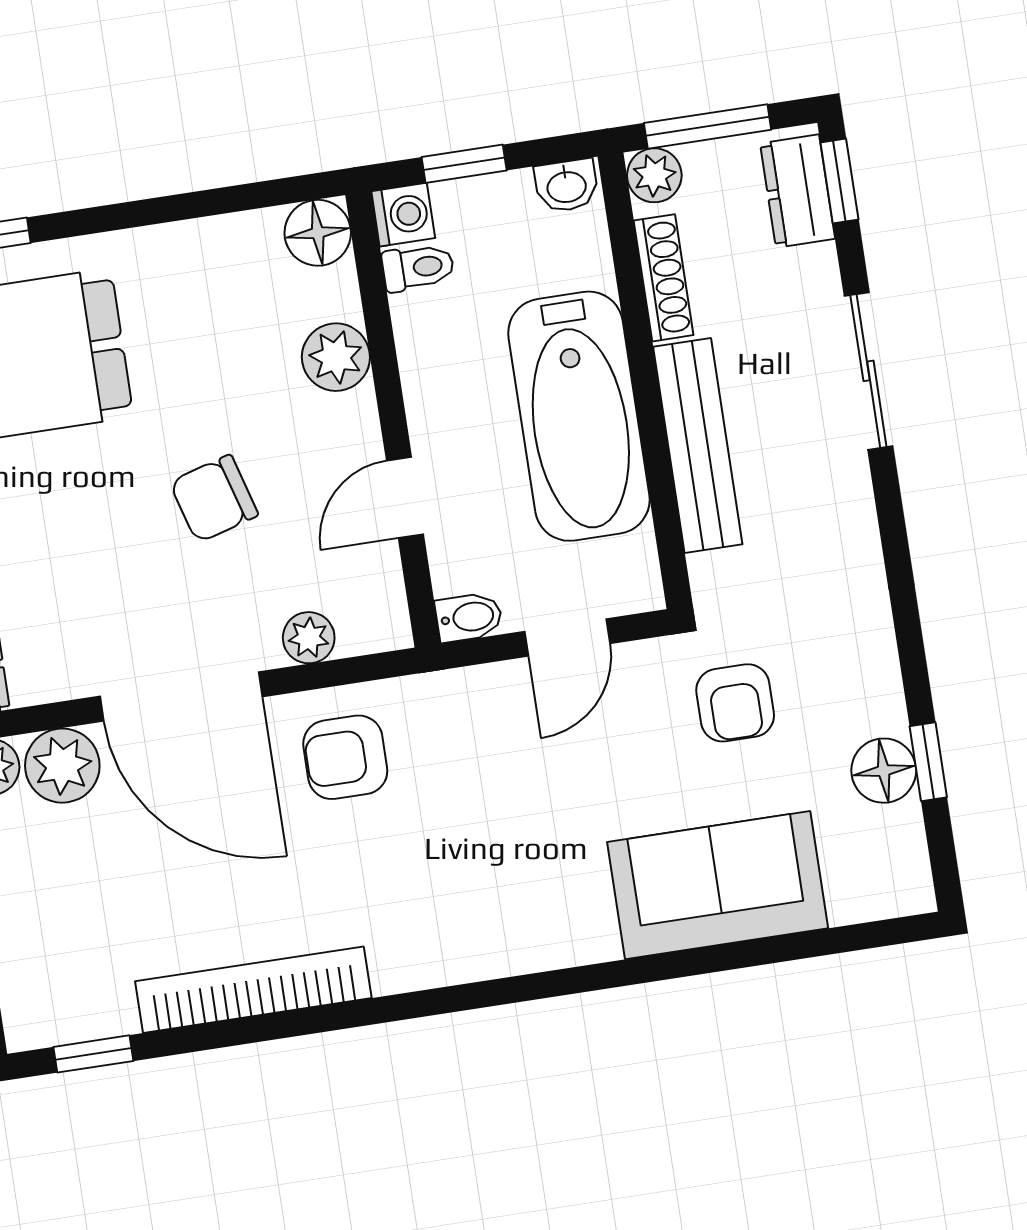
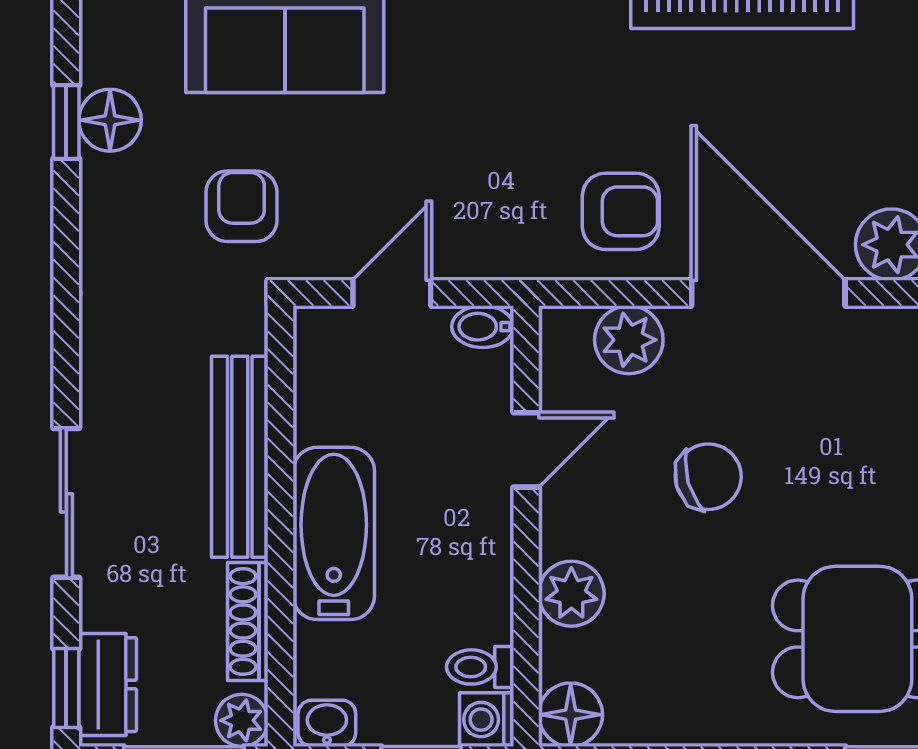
bathtub: (579, 416) -> (334, 533), width x0.73, depth x0.73
plant: (309, 638) -> (629, 340), width x1.38, depth x1.38

